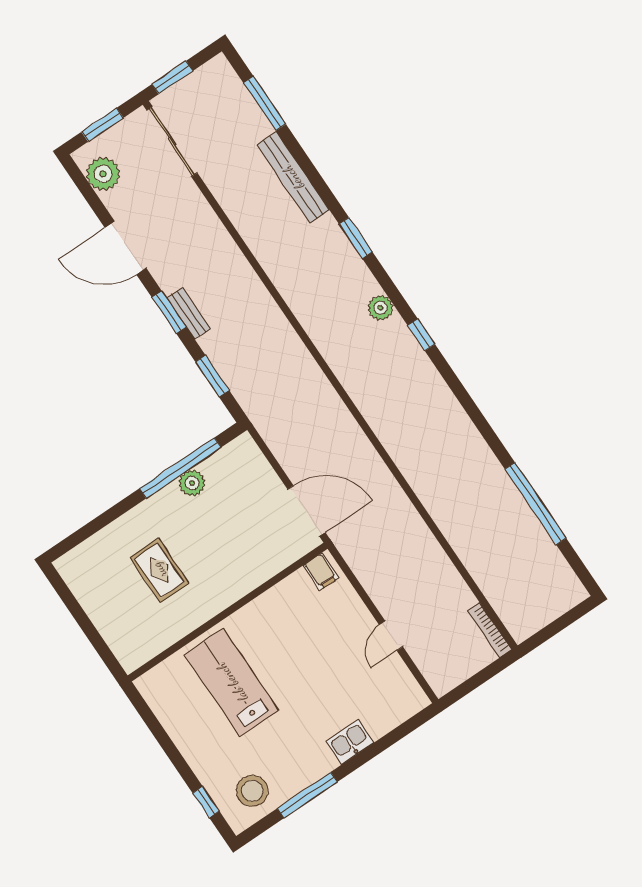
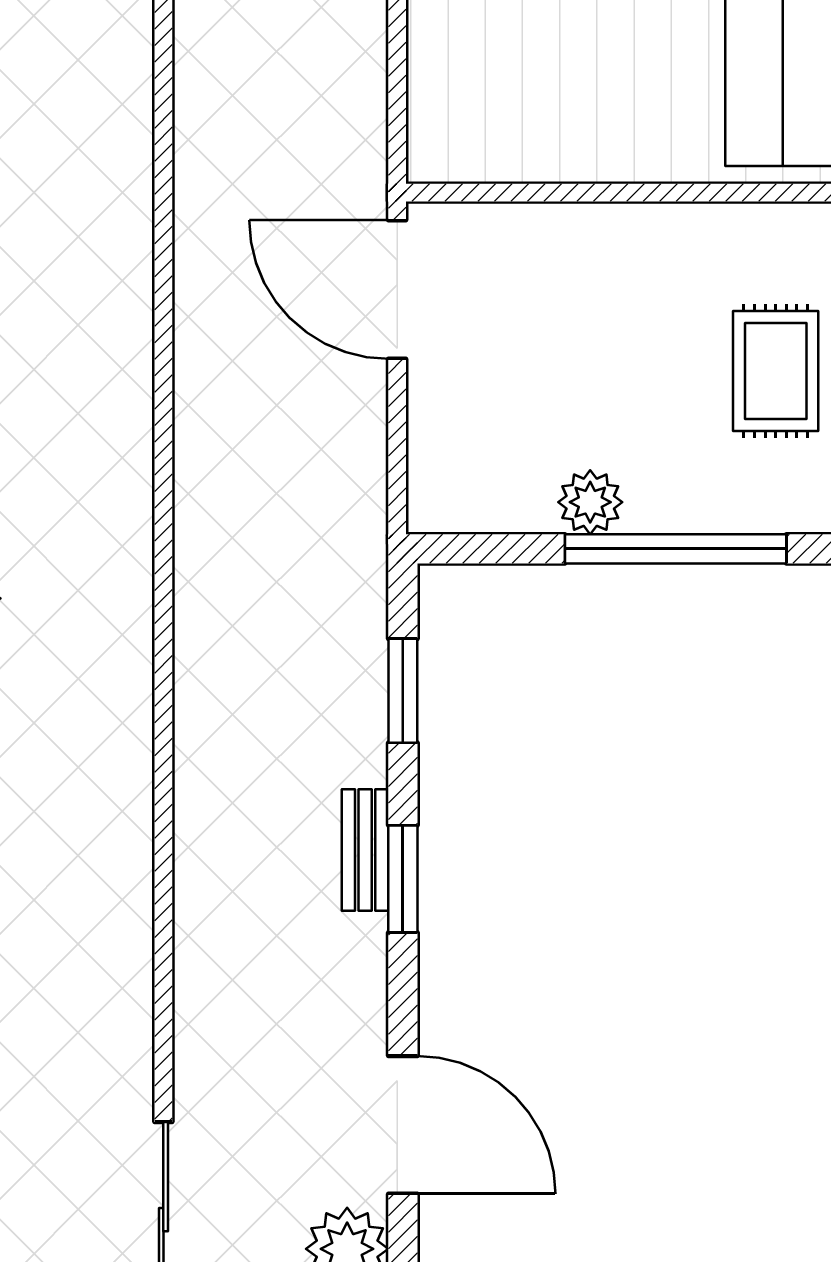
door: (126, 248) -> (403, 1125), moved
window: (180, 468) -> (676, 549), moved
filing cabinet: (321, 571) -> (451, 147), removed

